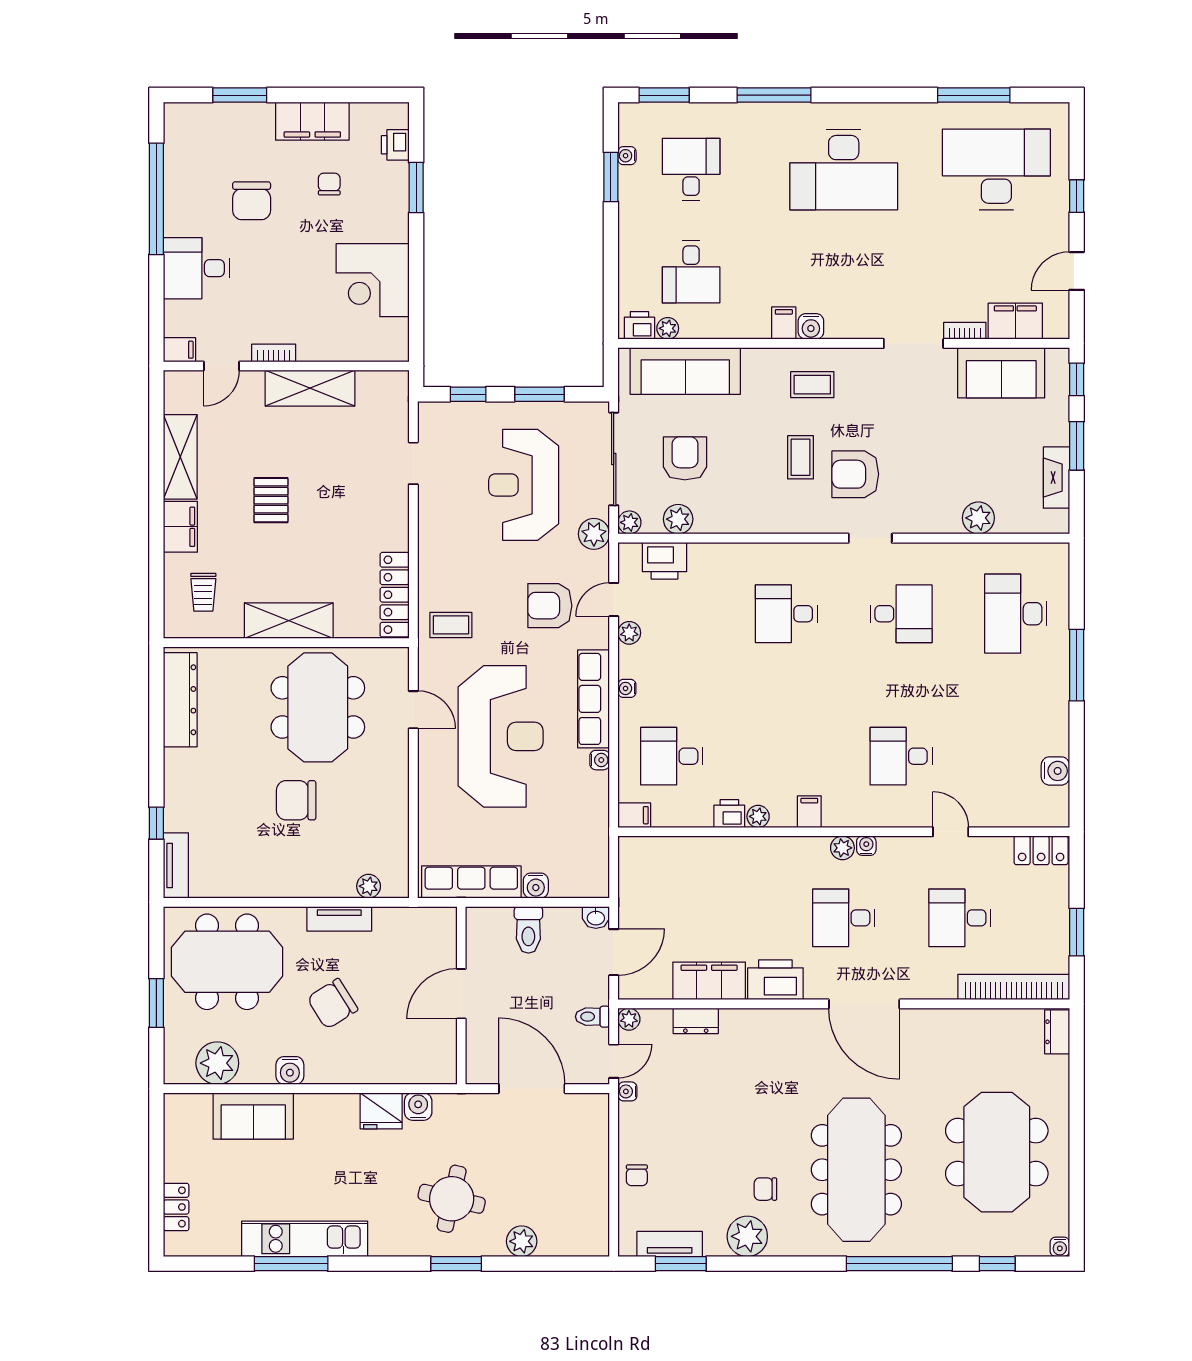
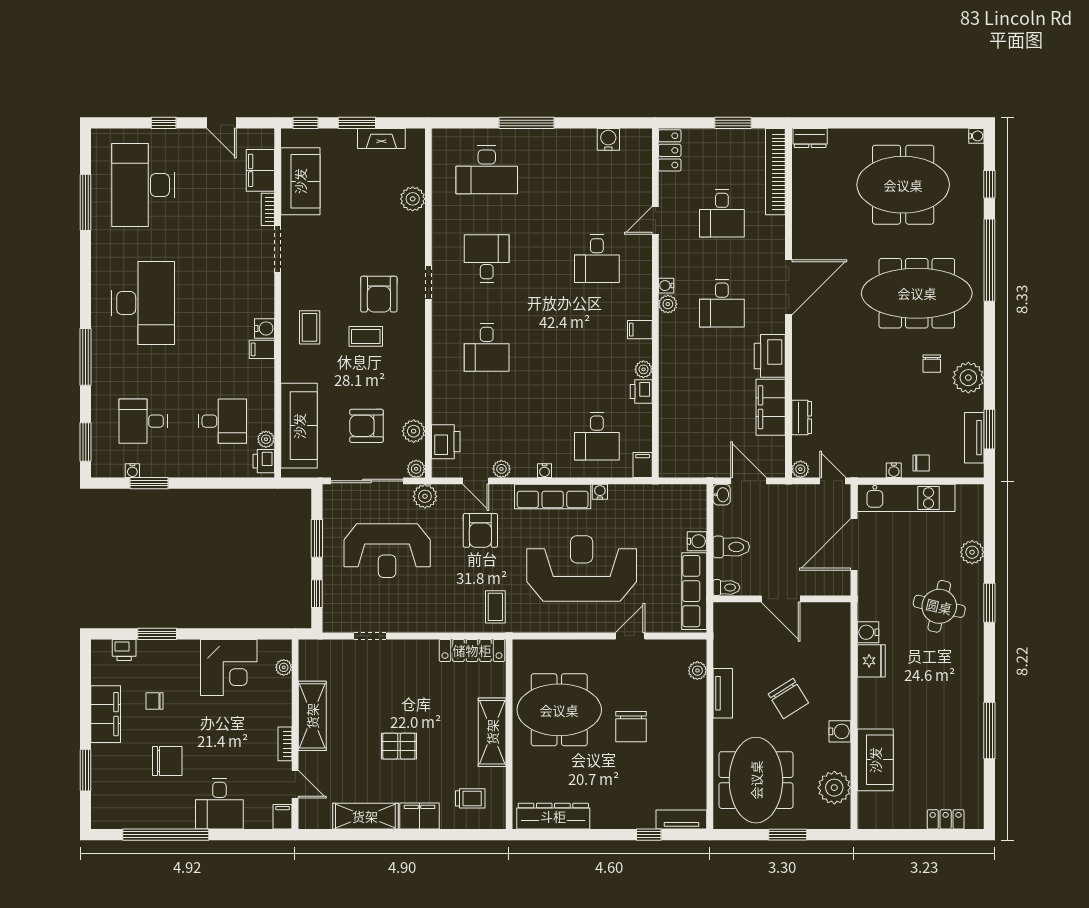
plant: (373, 351) -> (284, 667), added
door: (413, 710) -> (630, 636), moved
toilet: (592, 1017) -> (726, 588), moved, turned -90
water cooler: (627, 1091) -> (894, 470), moved
kitchen unit: (305, 1239) -> (906, 498), moved, turned -90

